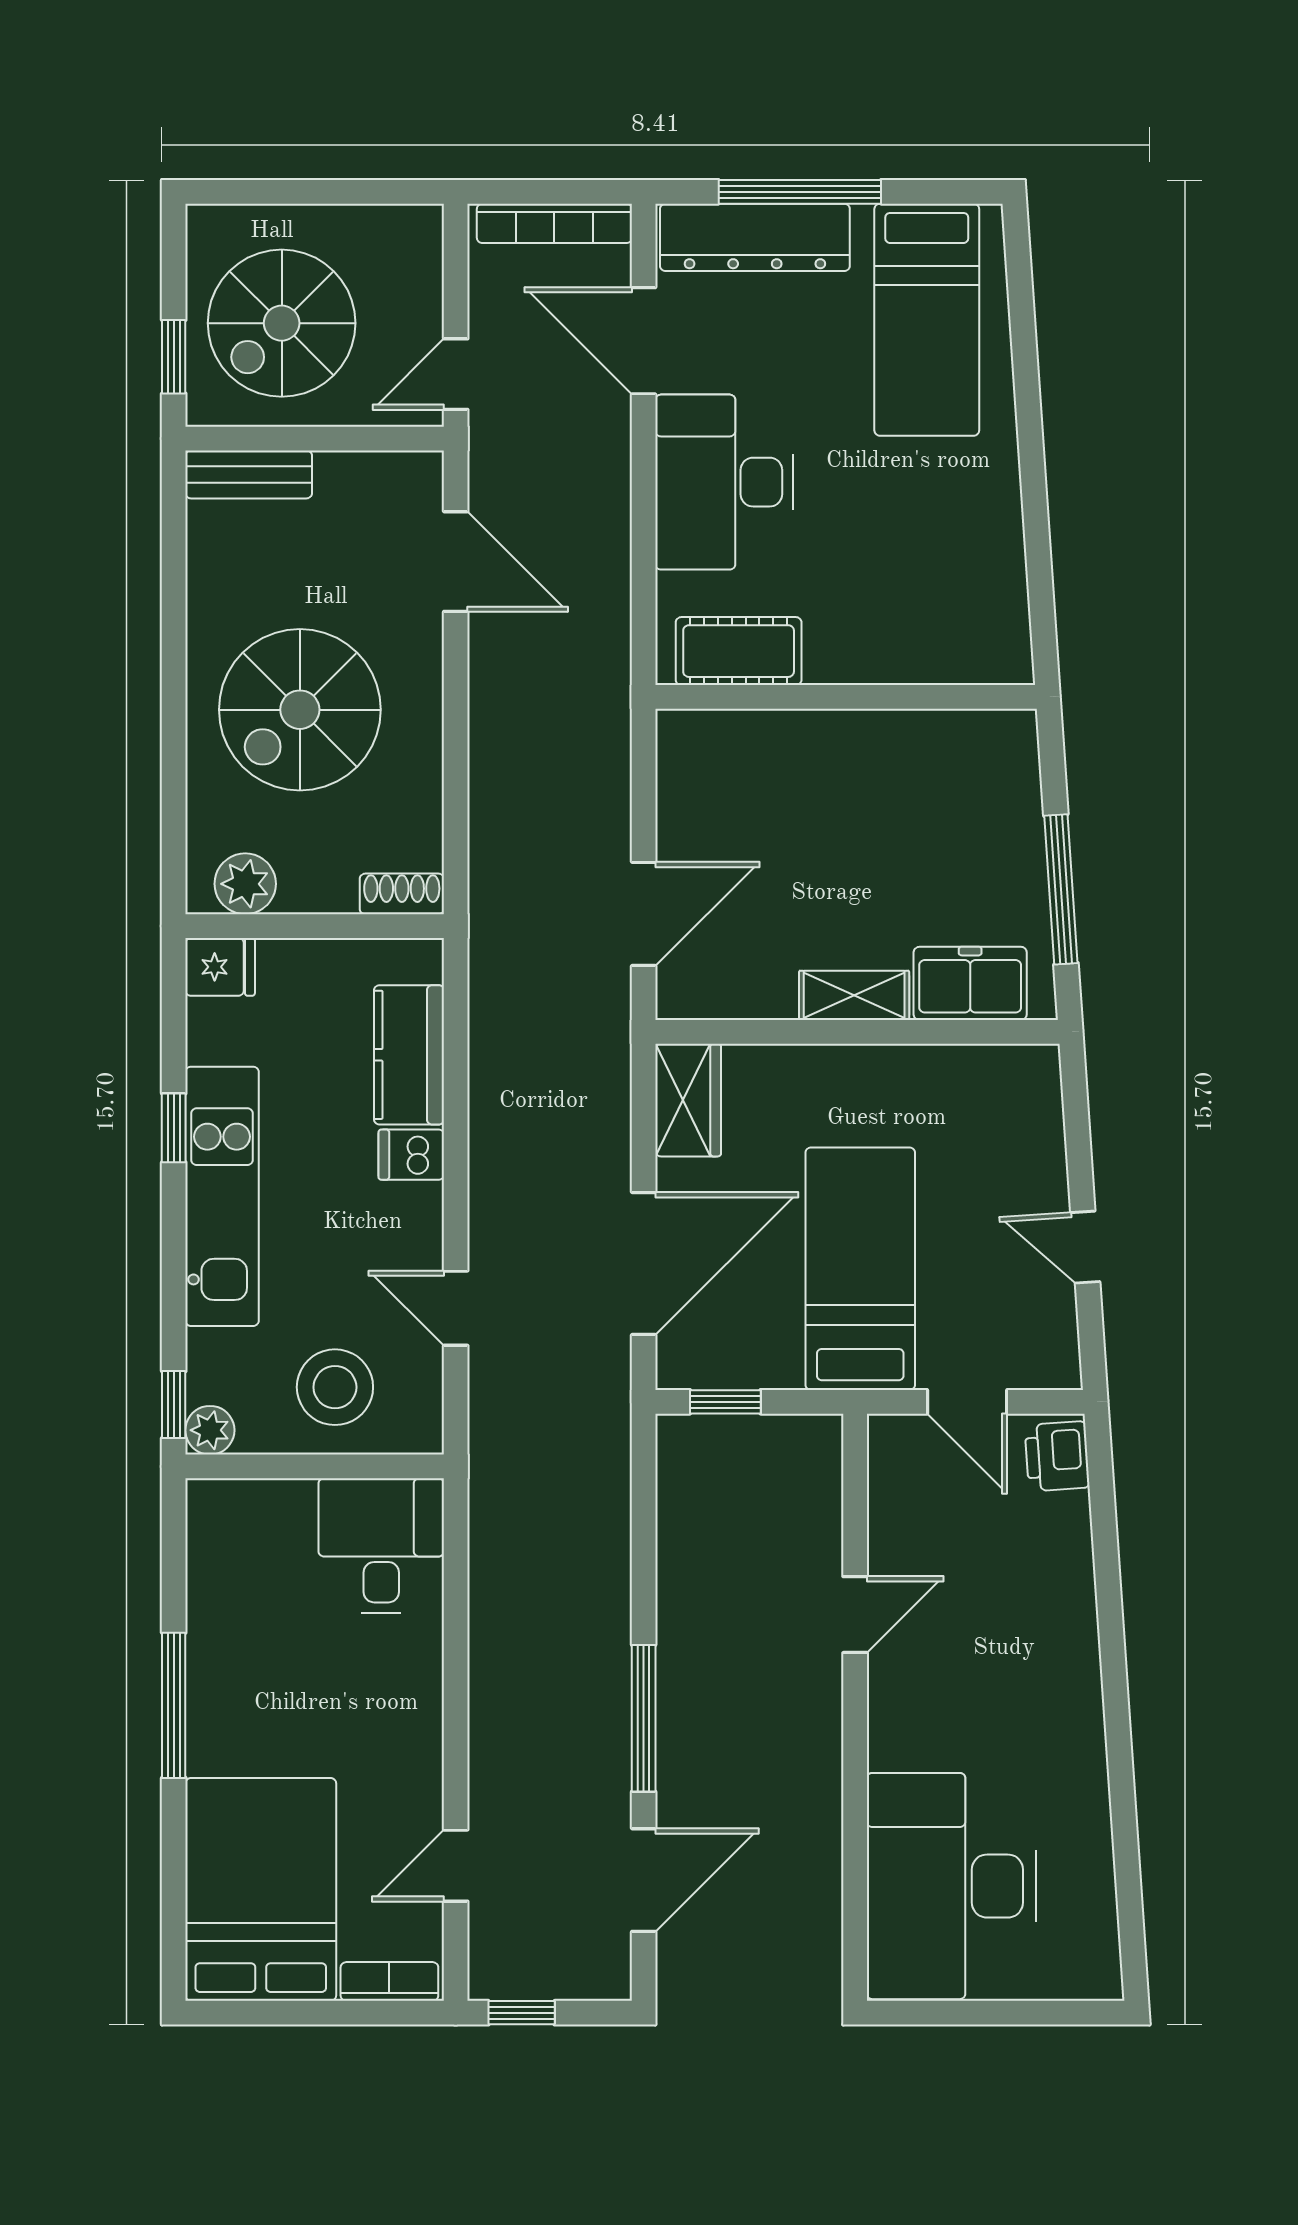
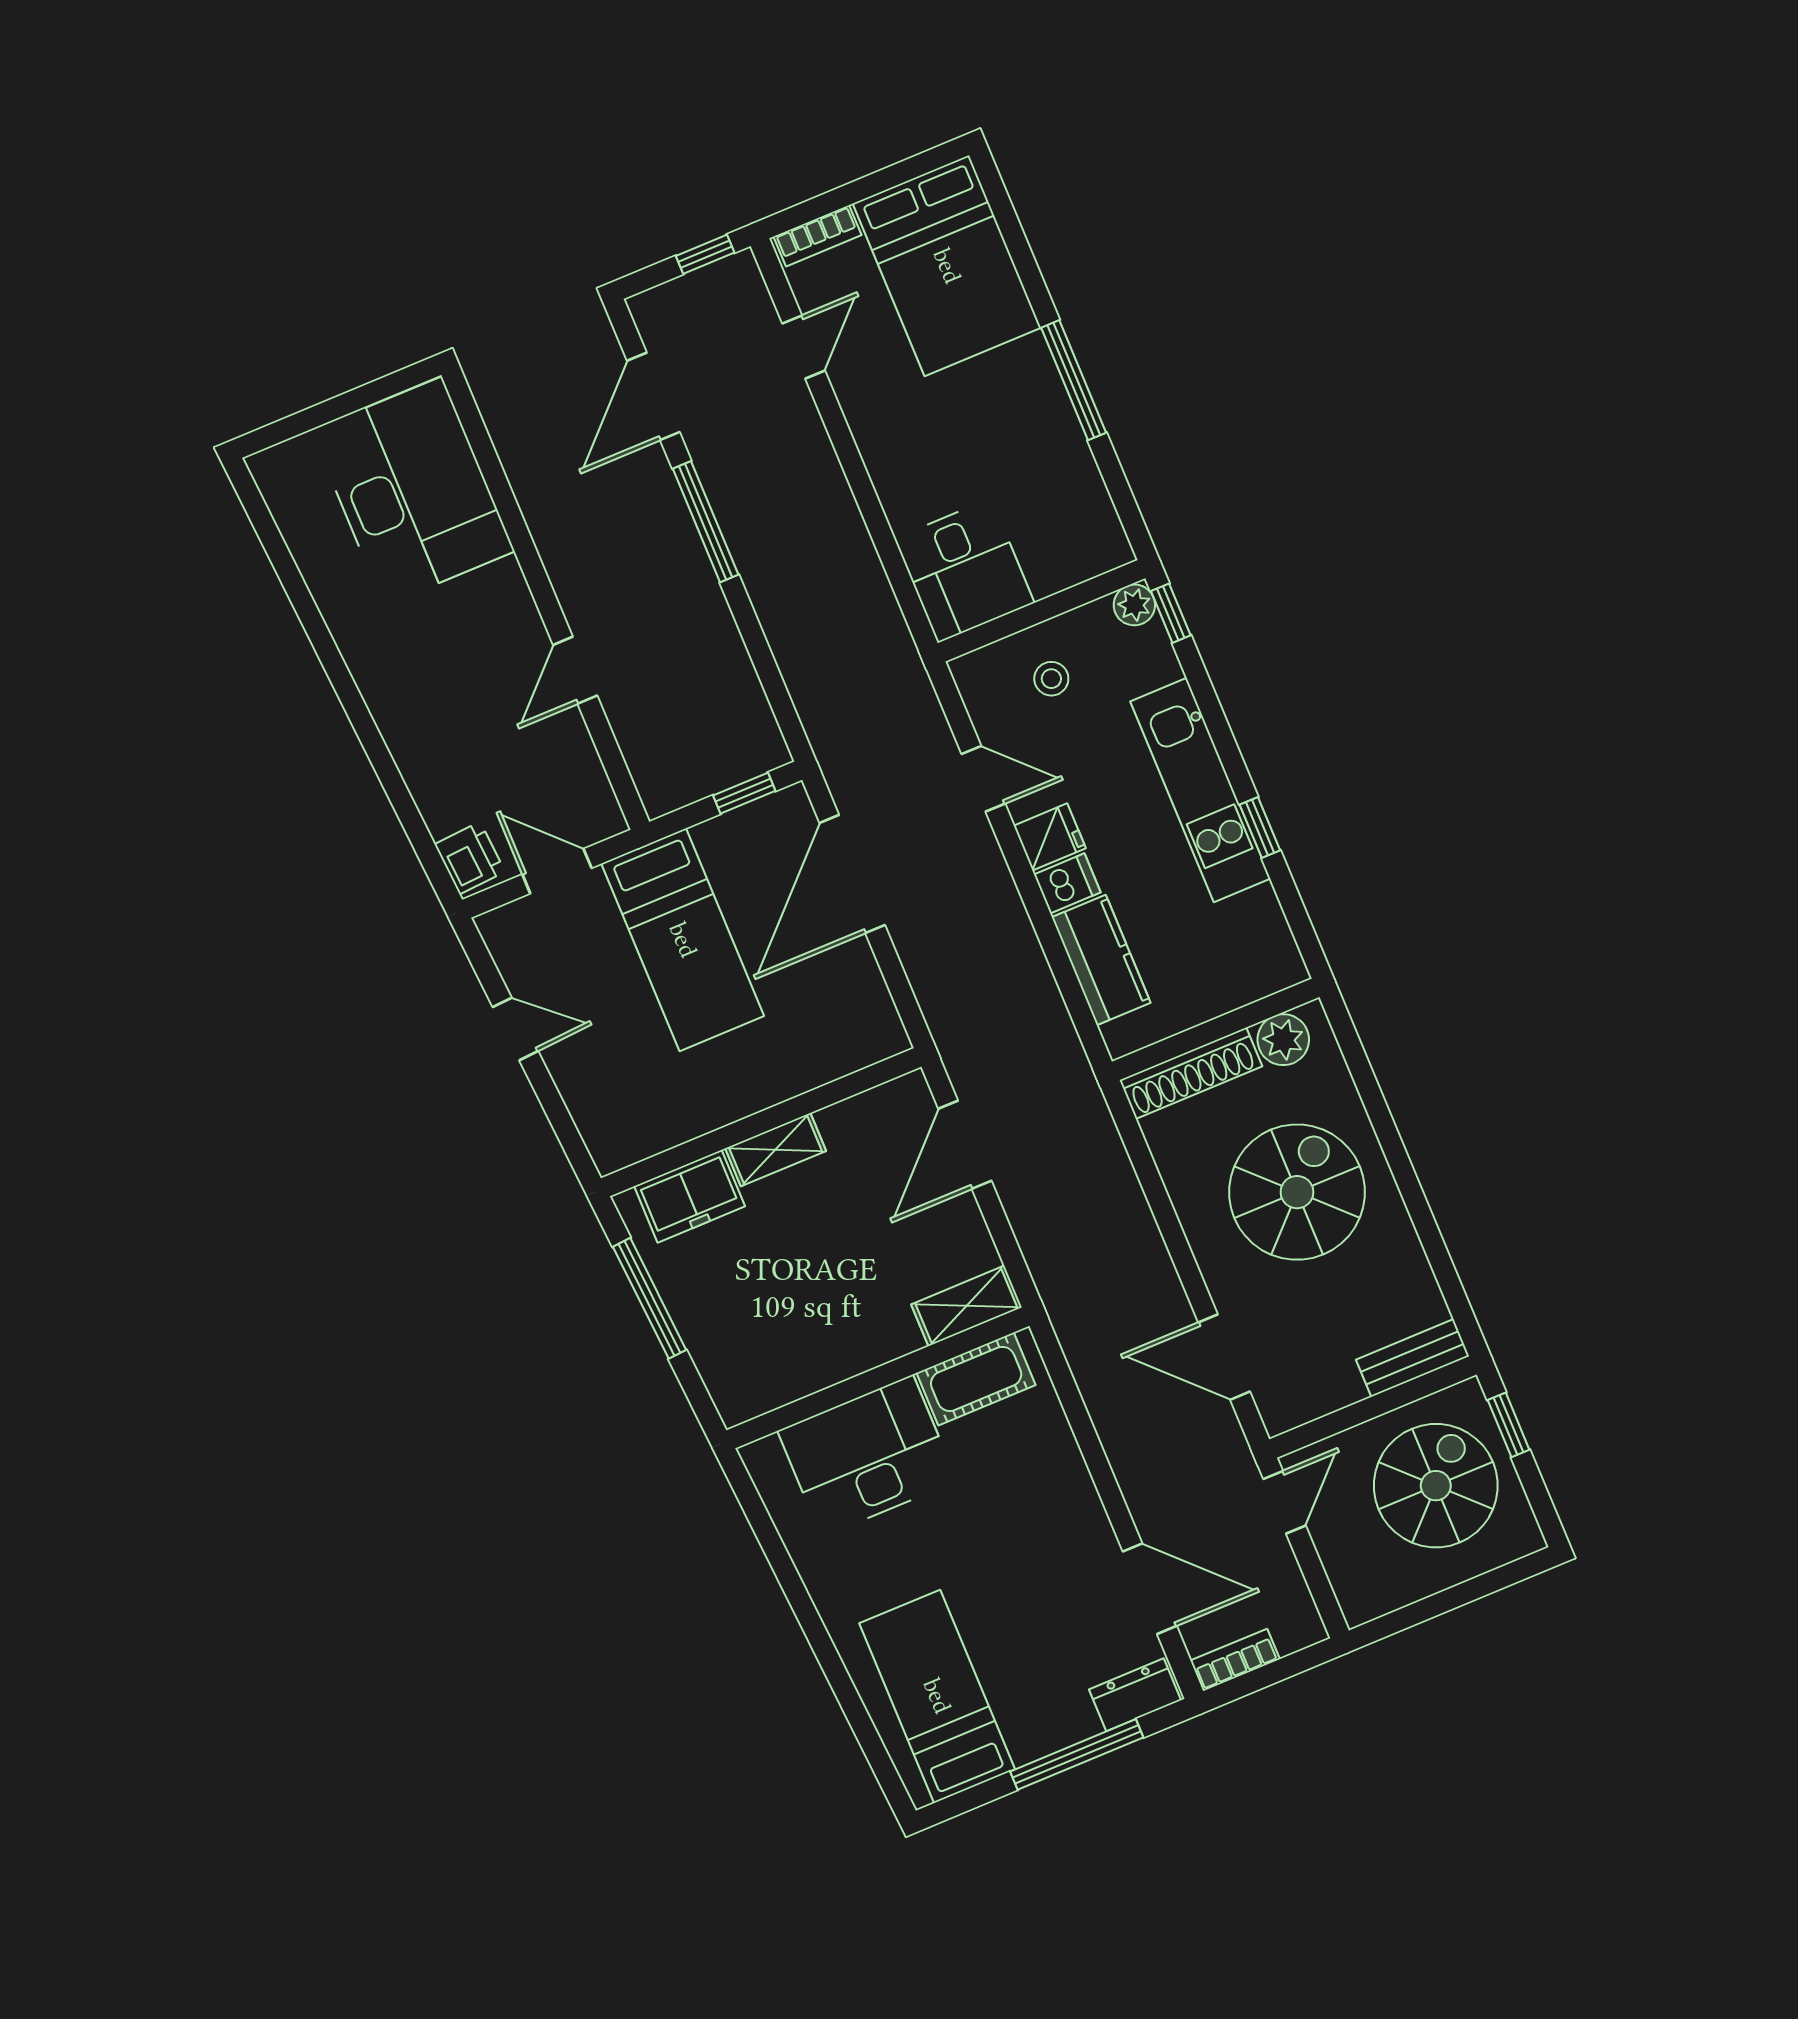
bookcase: (554, 223) -> (1235, 1660), width x0.64
dresser: (755, 237) -> (1135, 1695), width x0.51, depth x0.80
desk: (724, 482) -> (867, 1456), moved, turned -90
shelving: (716, 736) -> (967, 1306), added
shoe rack: (402, 894) -> (1191, 1073), width x1.94, depth x1.24
fridge: (220, 967) -> (1050, 837), moved, turned 180
wardrobe: (688, 1100) -> (870, 1015), removed
stool: (335, 1387) -> (1051, 679), width x0.53, depth x0.53

